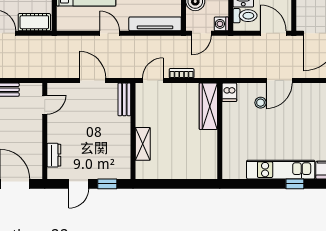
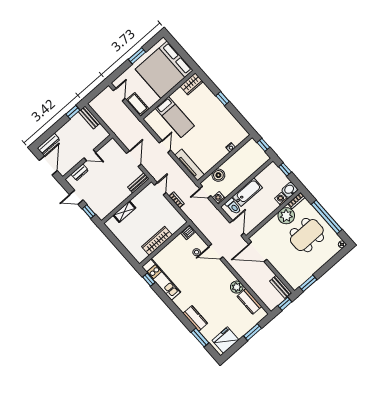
door: (153, 81) -> (160, 189), hinge flipped
door: (45, 105) -> (90, 155), moved
wardrobe: (208, 106) -> (157, 241), moved
kitchen unit: (281, 170) -> (161, 279), moved
window: (295, 184) -> (149, 280), moved

